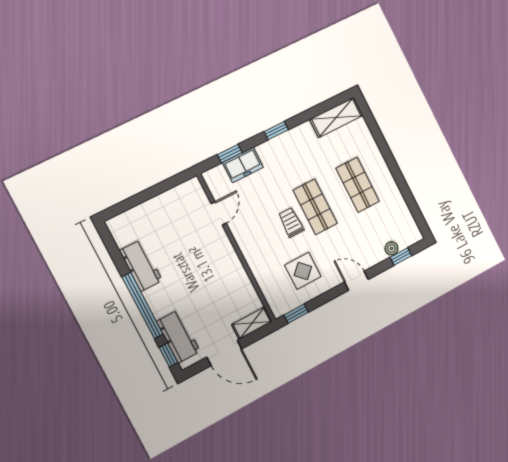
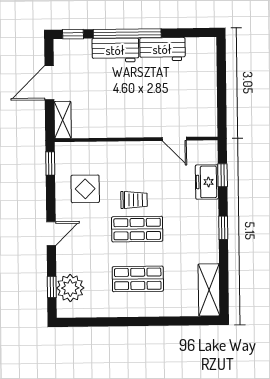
plant: (391, 248) -> (70, 288), width x1.87, depth x1.87
workbench: (178, 336) -> (115, 50), moved

